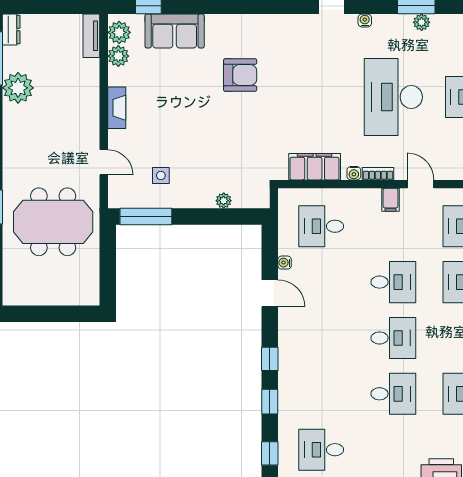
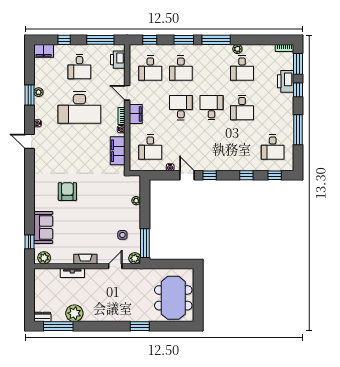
tv unit: (91, 36) -> (72, 273), moved
plant: (118, 56) -> (135, 258), moved
door: (421, 184) -> (127, 93), hinge flipped
filing cabinet: (391, 200) -> (136, 114), width x2.00
meeting table: (53, 222) -> (173, 298), moved
door: (270, 293) -> (187, 175), hinge flipped
window: (270, 359) -> (210, 175), moved
desk: (393, 394) -> (242, 108), turned 180

